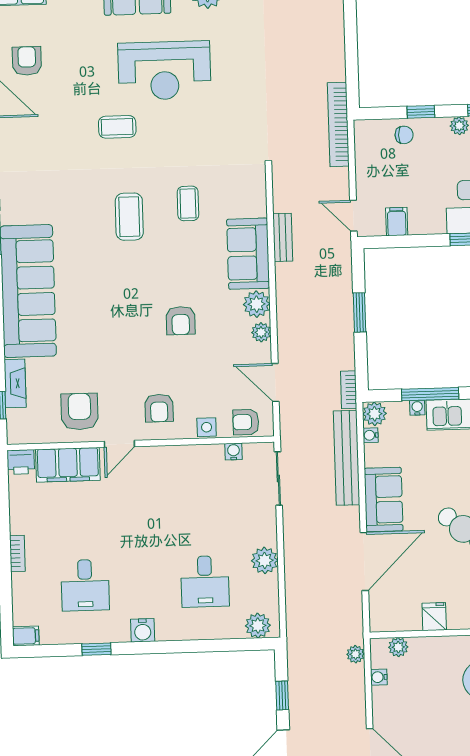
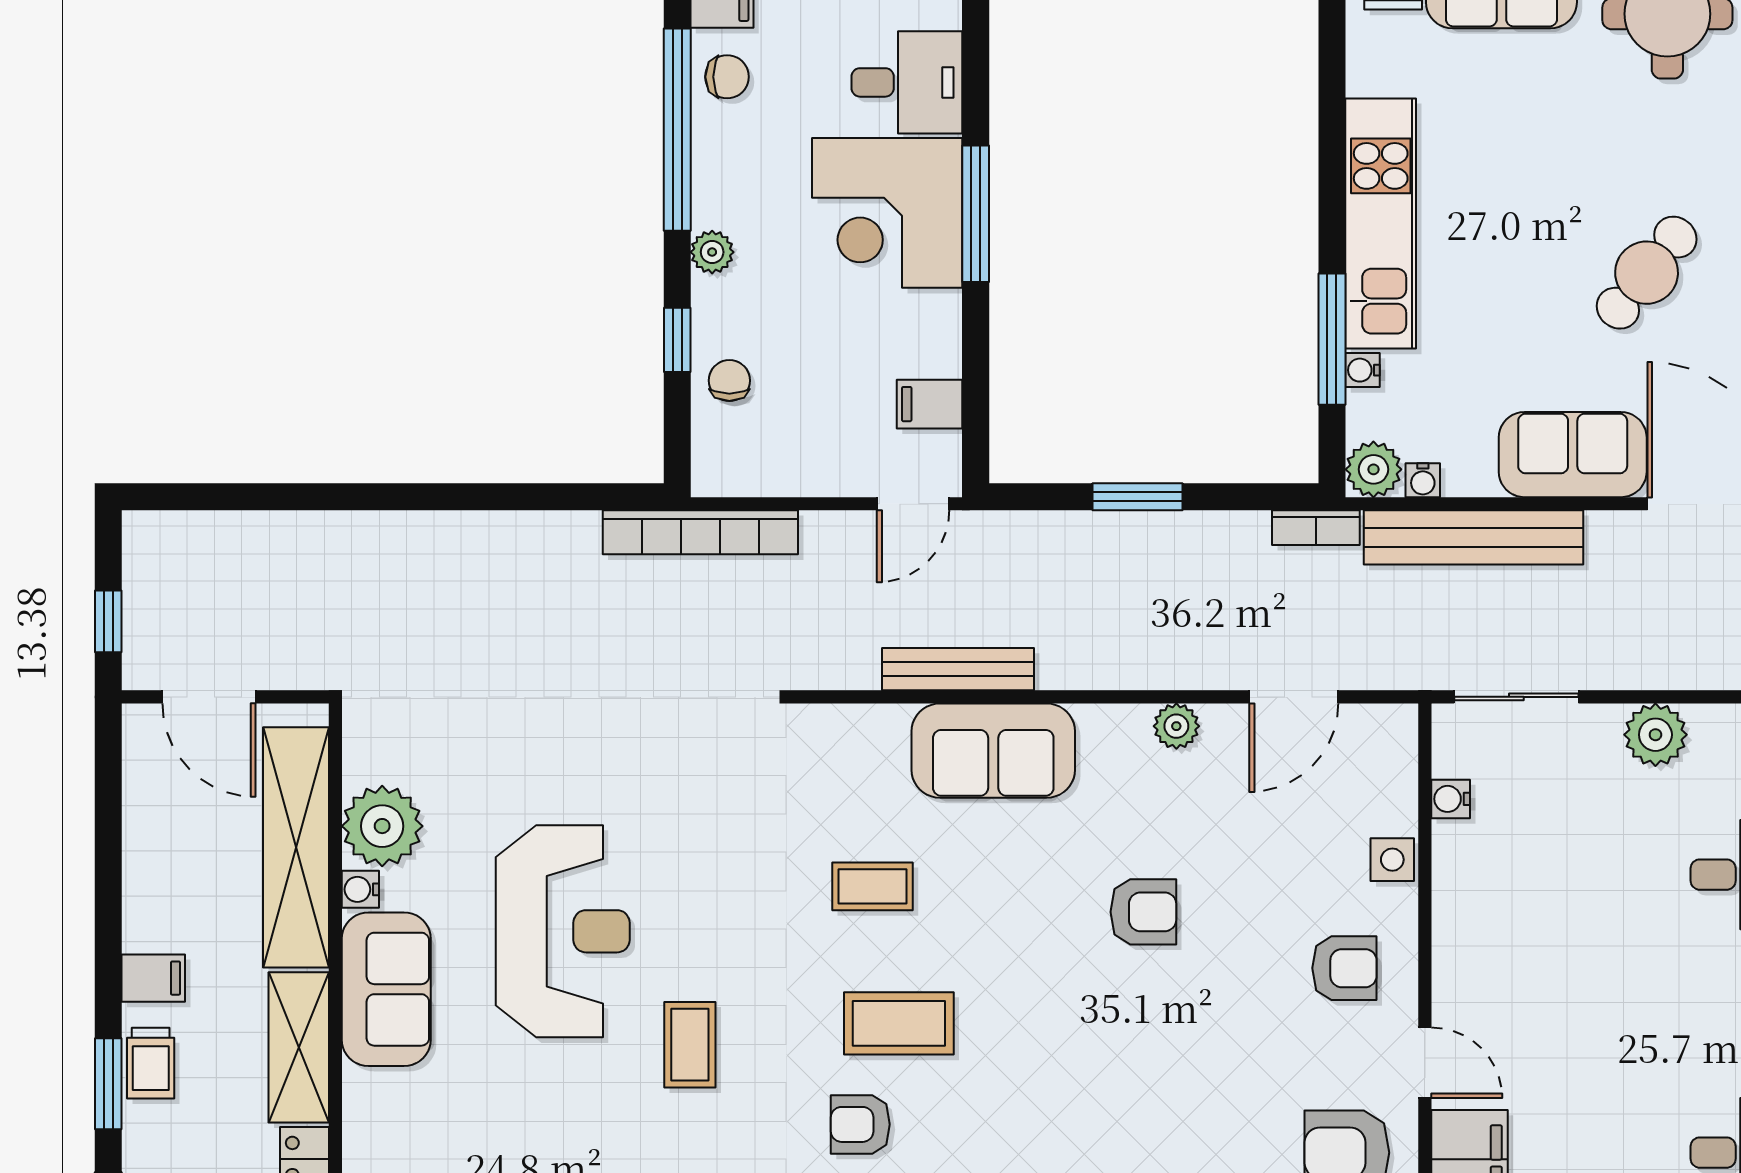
bench: (283, 237) -> (958, 669), width x1.36
plant: (257, 304) -> (1111, 735), removed
armchair: (246, 422) -> (860, 1124), moved, turned 90
plant: (265, 560) -> (1655, 735), moved

